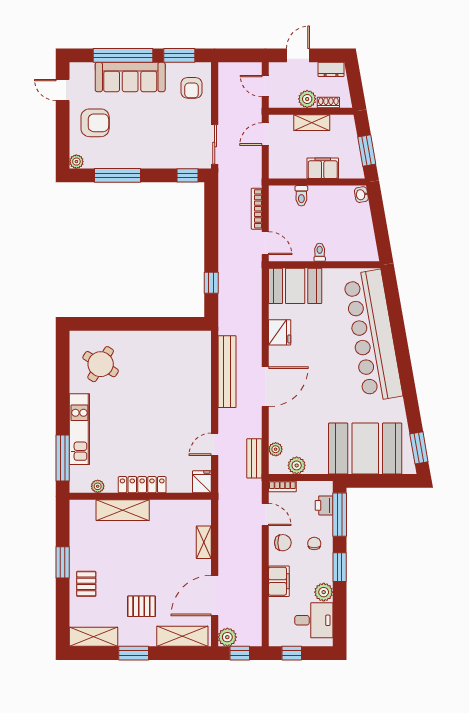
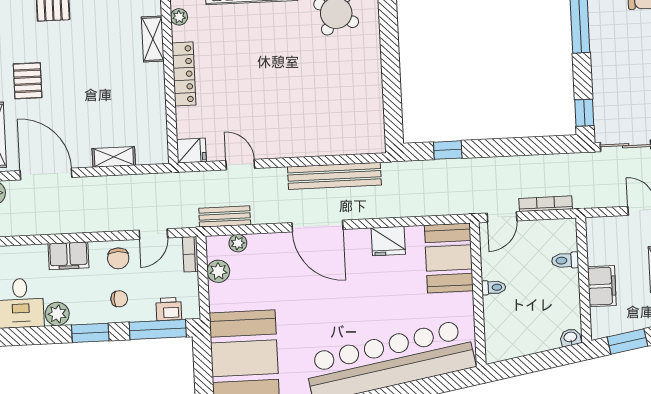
shelving: (123, 510) -> (153, 39), width x0.67, depth x0.75

